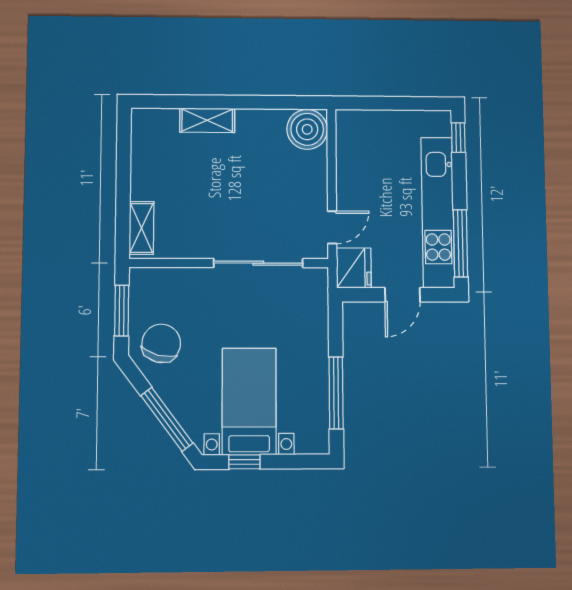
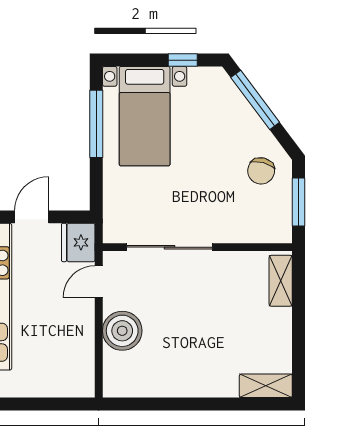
shelving: (207, 120) -> (266, 386), moved
boiler: (307, 129) -> (122, 331), moved
chair: (161, 343) -> (261, 171), width x0.73, depth x0.73
bed with nightstands: (249, 401) -> (145, 116), moved

